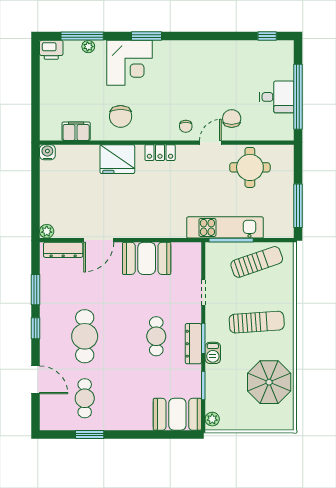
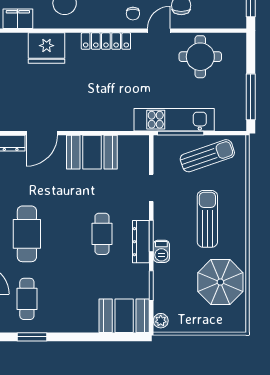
locker: (160, 153) -> (106, 41), width x1.53
fridge: (117, 159) -> (47, 48), moved
sun lounger: (257, 322) -> (207, 219), turned -86

